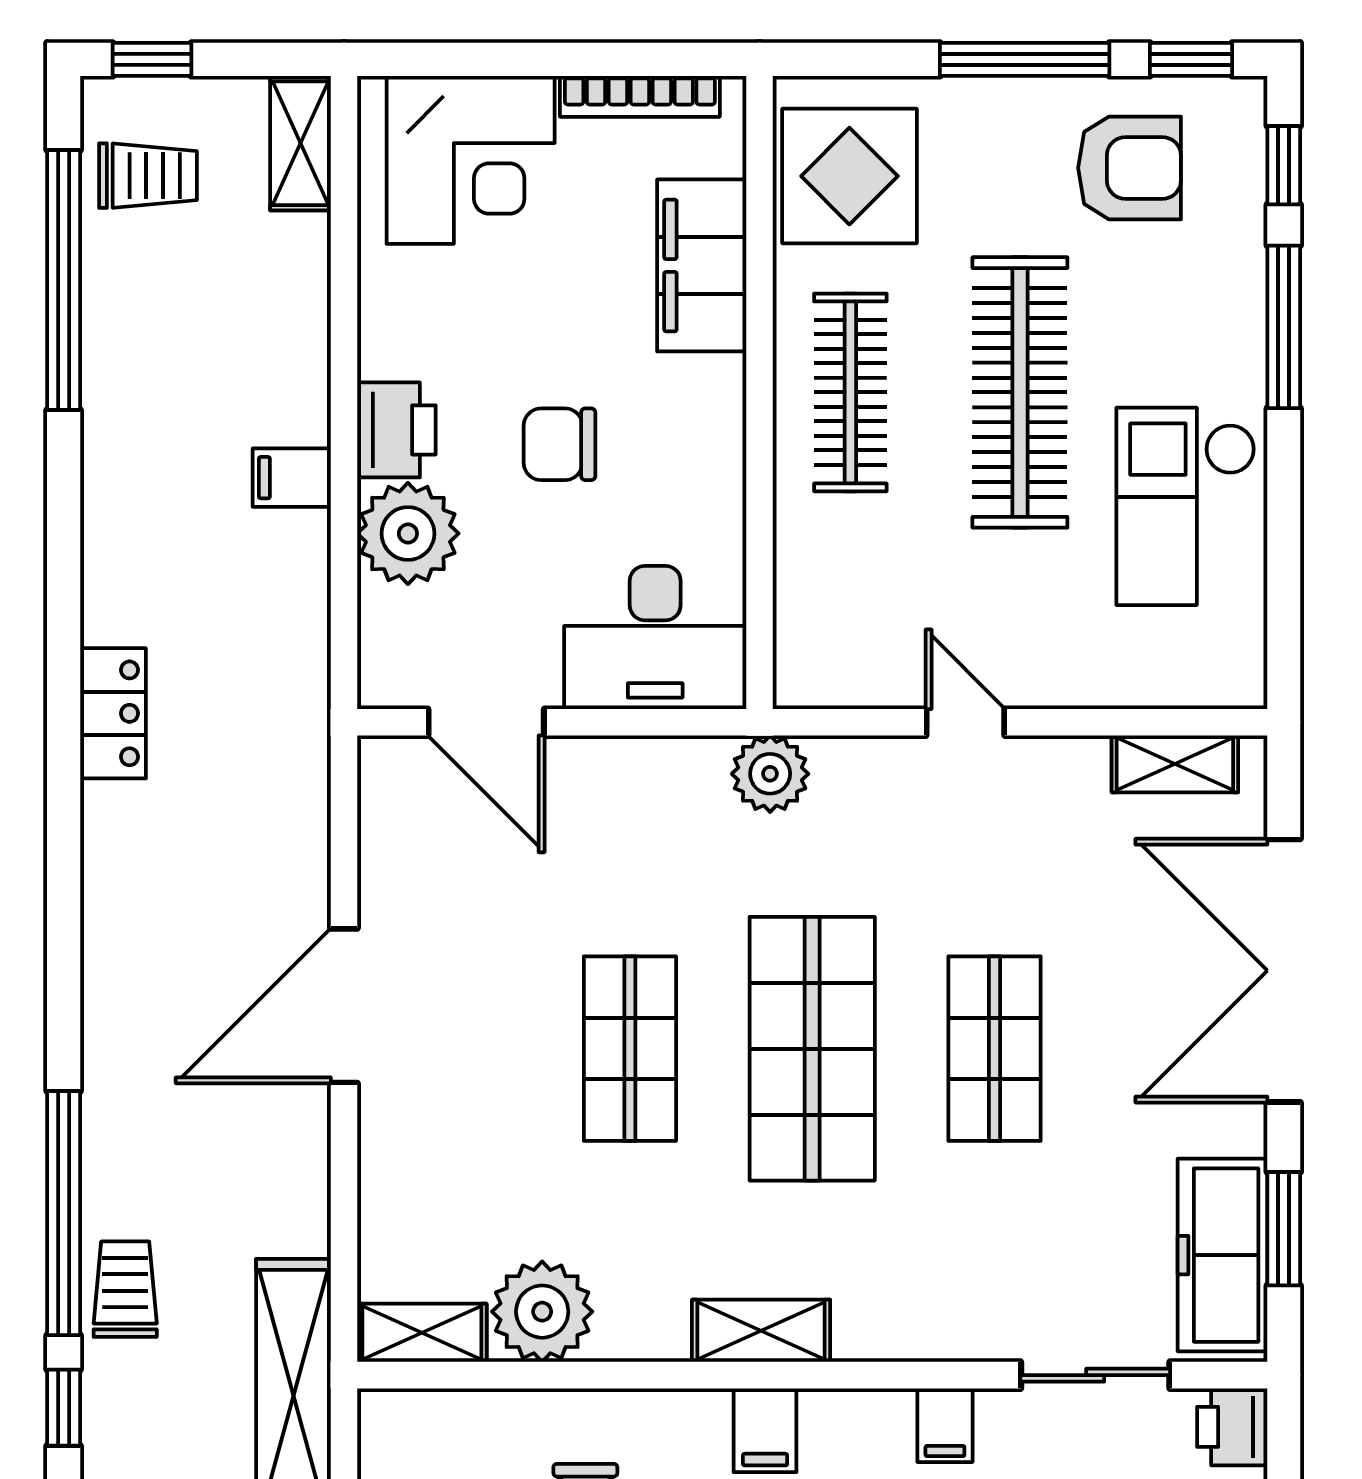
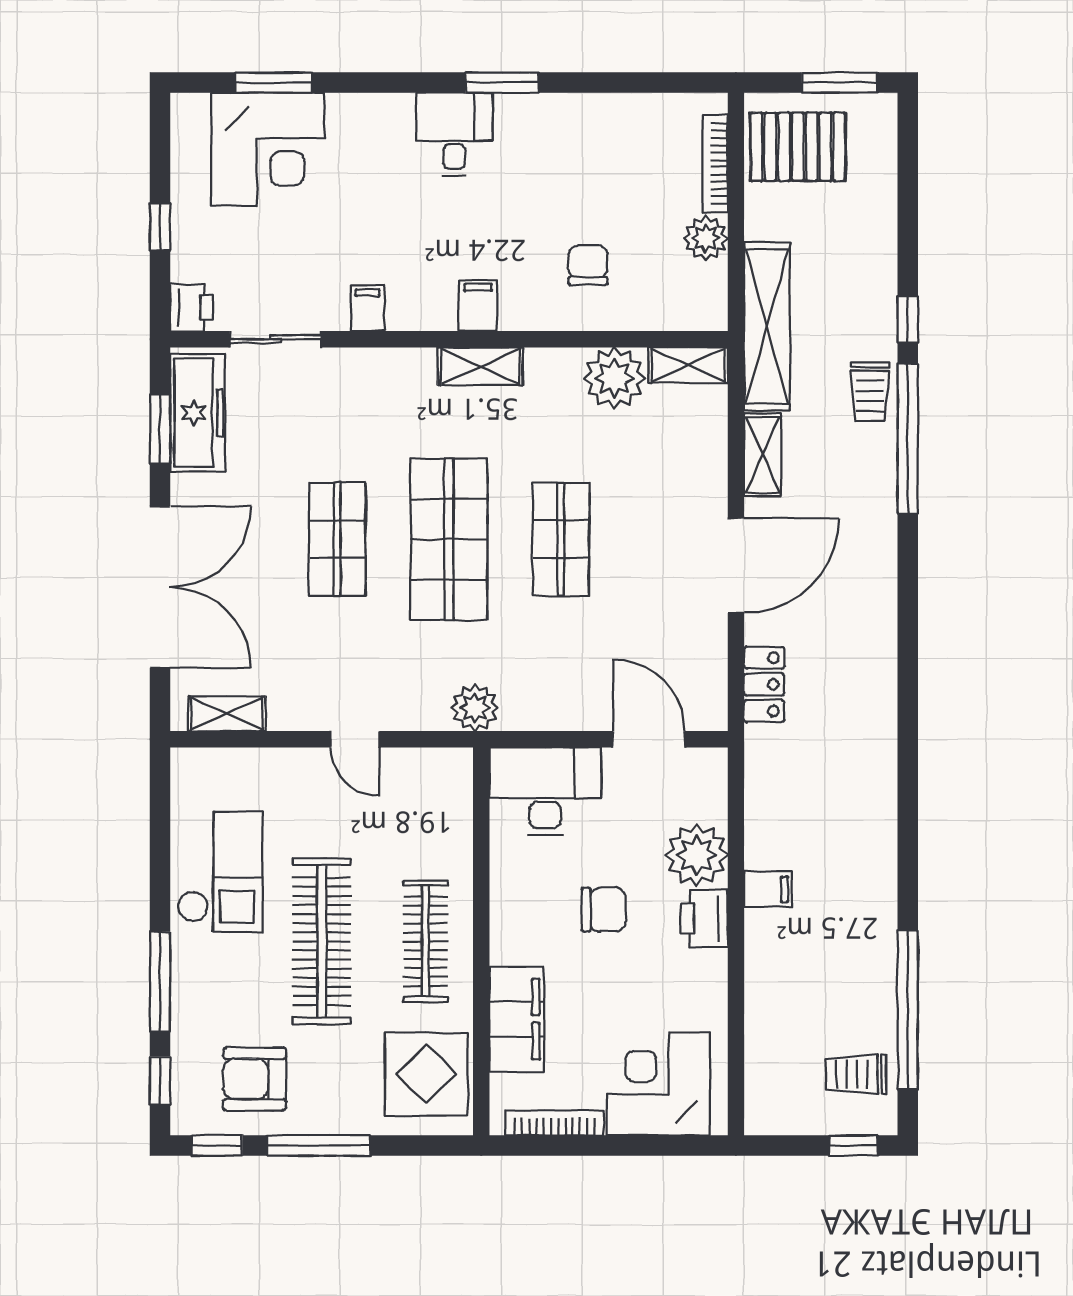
shelving: (300, 143) -> (763, 455), moved
locker: (113, 713) -> (764, 684), moved, turned 180

